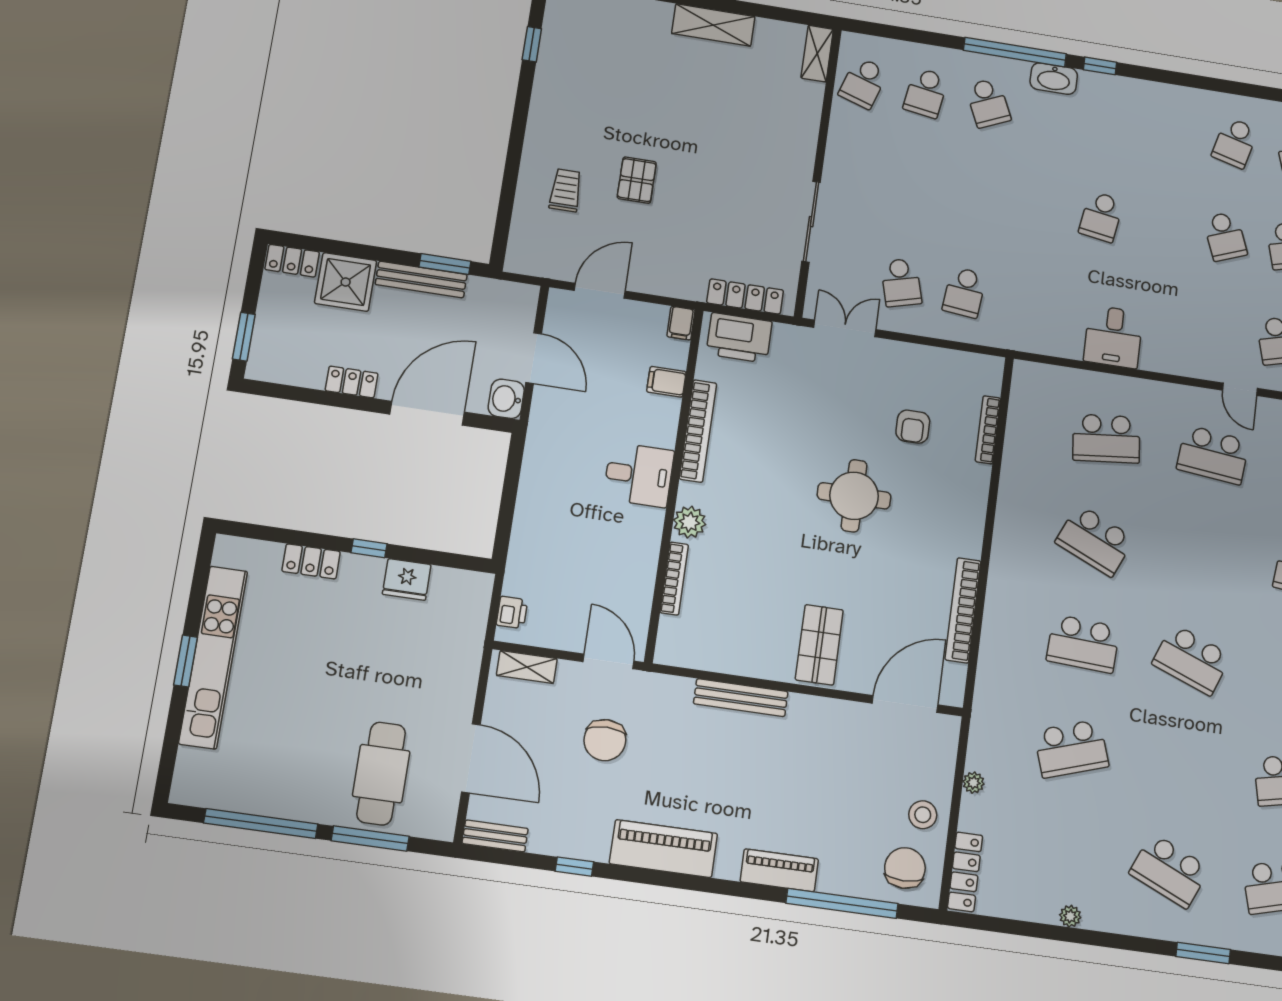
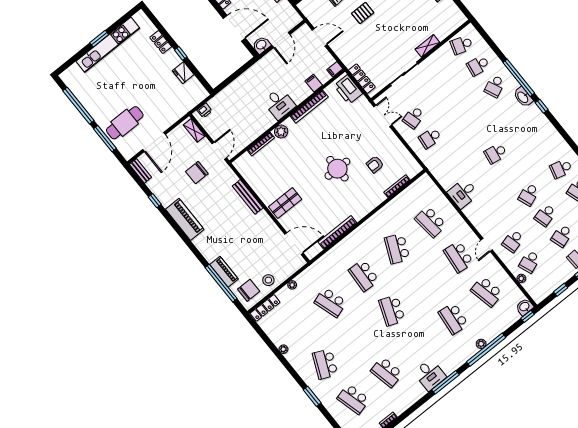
shelving: (817, 54) -> (427, 46), moved
piano: (779, 870) -> (224, 272), moved

